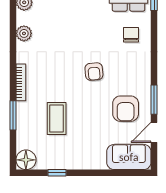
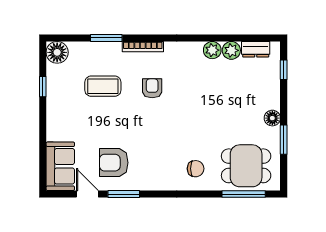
plant: (24, 33) -> (212, 50), moved
armchair: (94, 72) -> (152, 88), moved, turned 95

